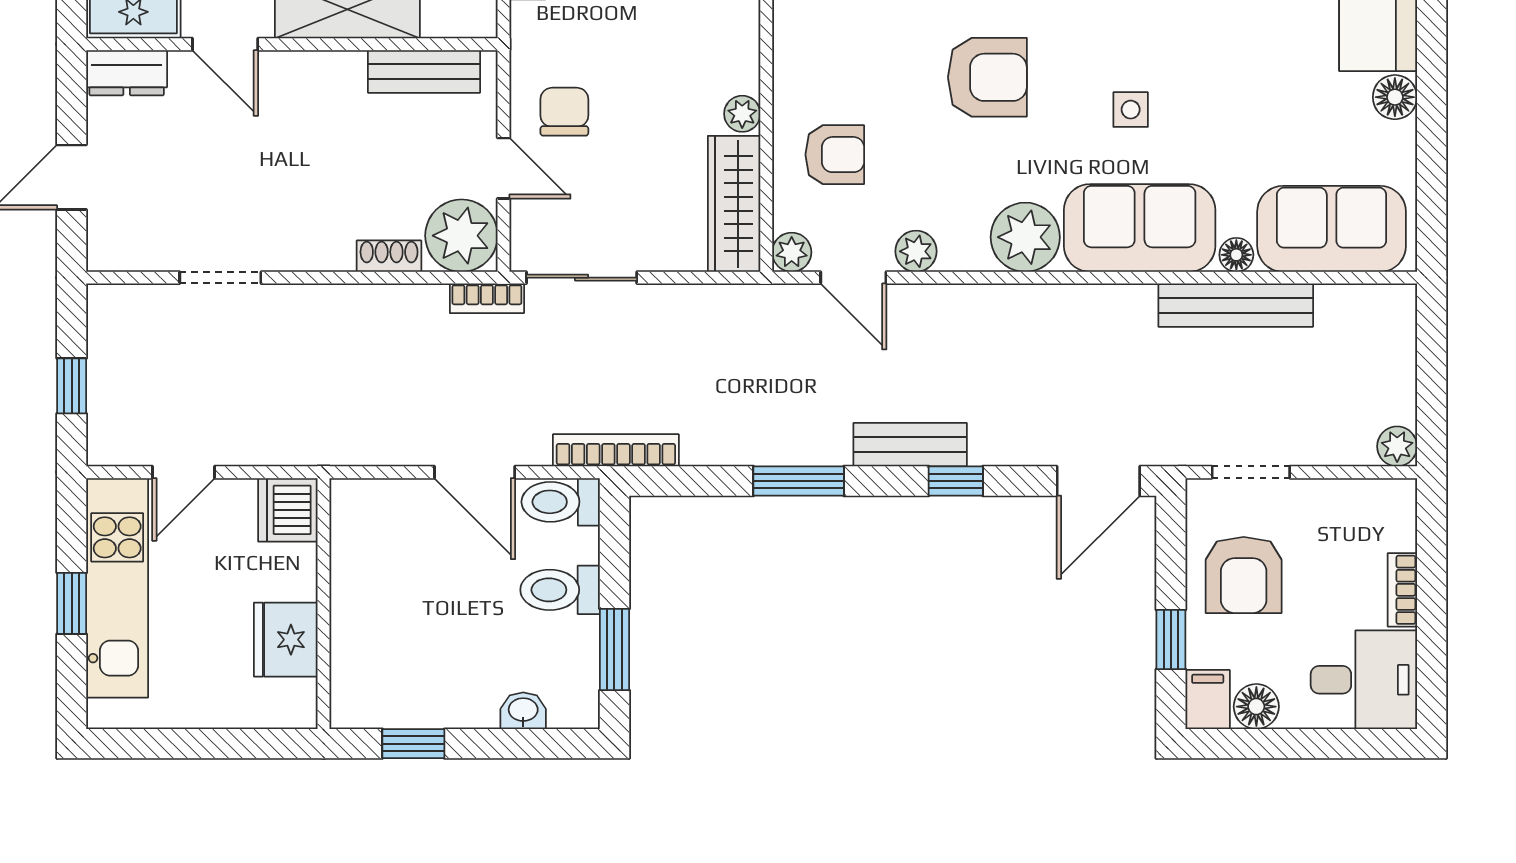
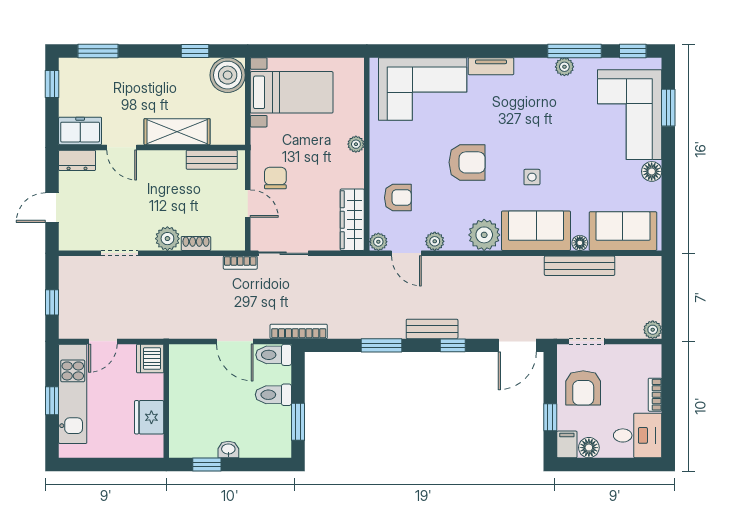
plant: (742, 114) -> (356, 144), moved
plant: (461, 236) -> (167, 239), moved, width x0.73, depth x0.73
washbasin: (523, 711) -> (228, 449), moved

